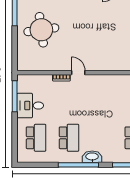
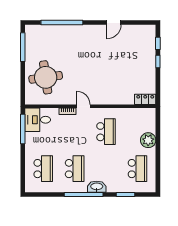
round table: (41, 30) -> (46, 77), moved
school desk: (102, 99) -> (106, 132), added
desk: (30, 106) -> (38, 120), moved

